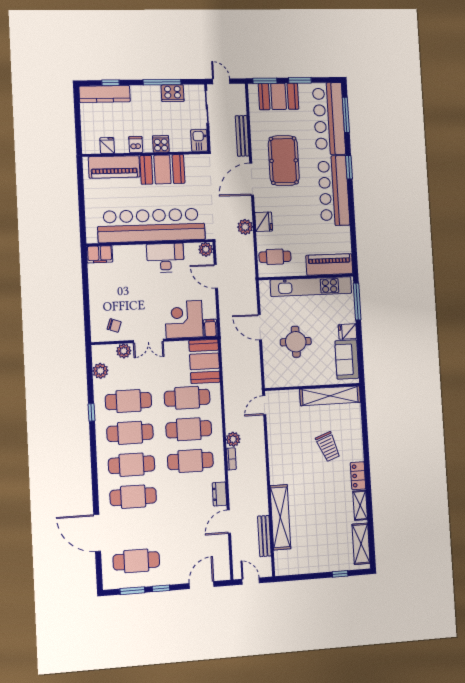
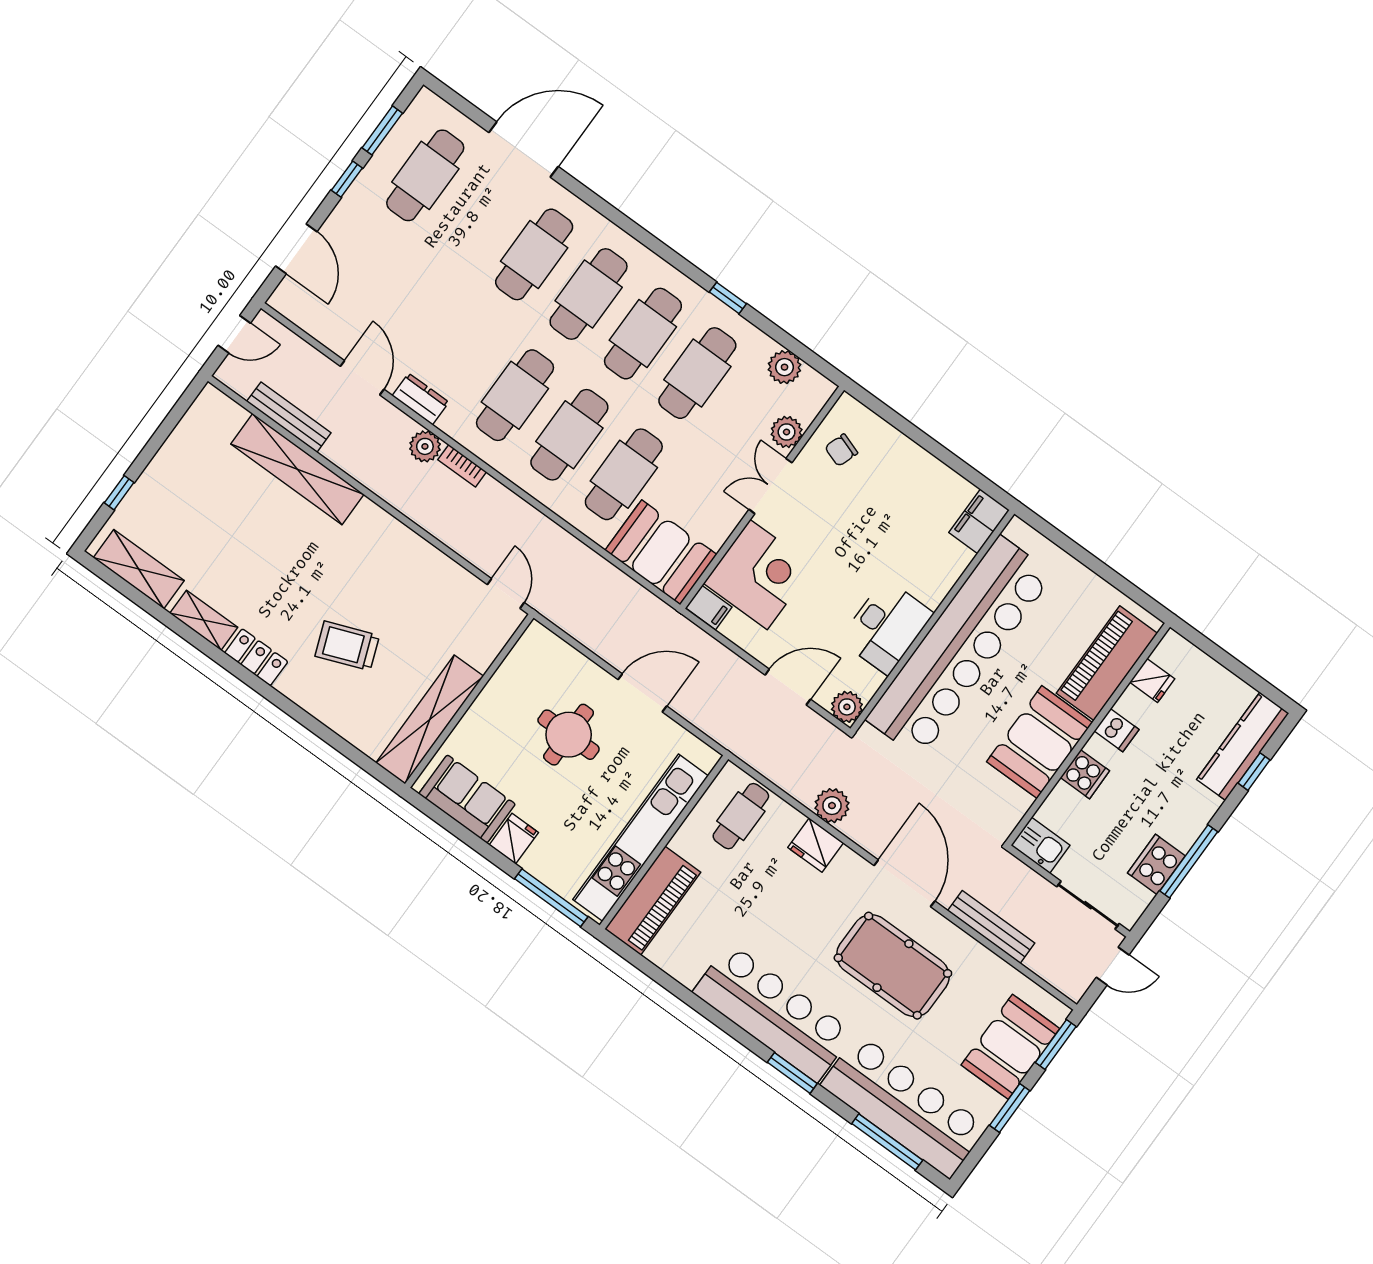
plant: (233, 439) -> (425, 446), moved

